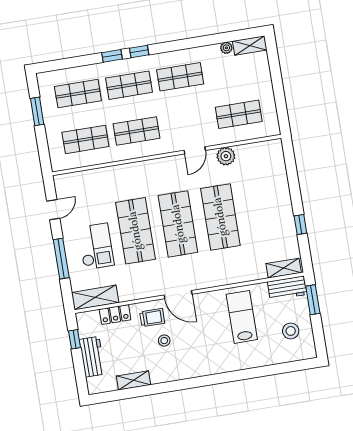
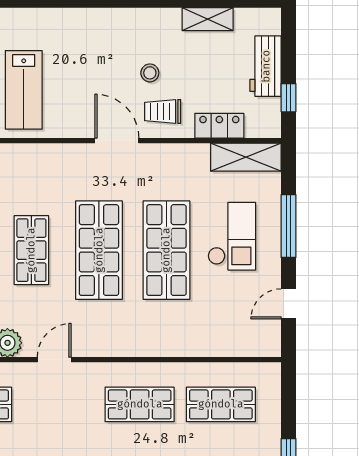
shop shelf: (220, 217) -> (31, 250), width x0.70, depth x0.74
checkout: (96, 246) -> (232, 236), turned 180

